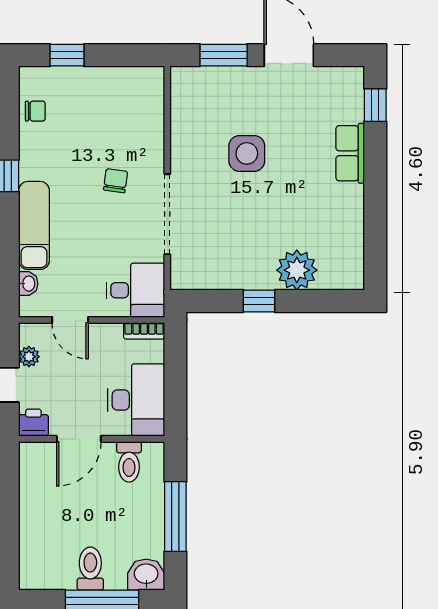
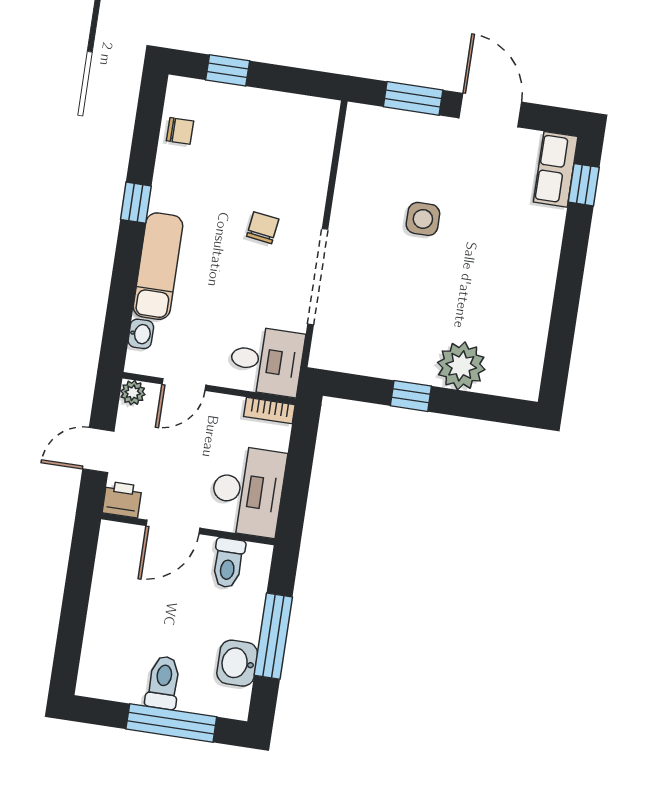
side table: (247, 153) -> (423, 219), width x0.73, depth x0.73
row of seats: (350, 153) -> (556, 169), moved
door: (70, 320) -> (184, 384), hinge flipped
plant: (29, 357) -> (133, 393), moved
washbasin: (146, 575) -> (237, 663), moved, turned -90

